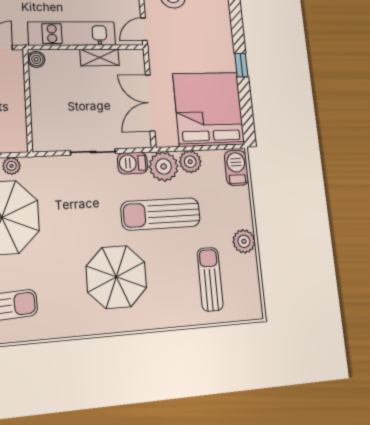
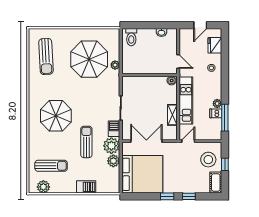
window: (237, 28) -> (189, 196), added
door: (144, 29) -> (188, 141), hinge flipped
barbecue: (236, 168) -> (86, 187), moved
sun lounger: (161, 214) -> (86, 142), width x0.73, depth x0.75
plant: (244, 241) -> (43, 187), moved

